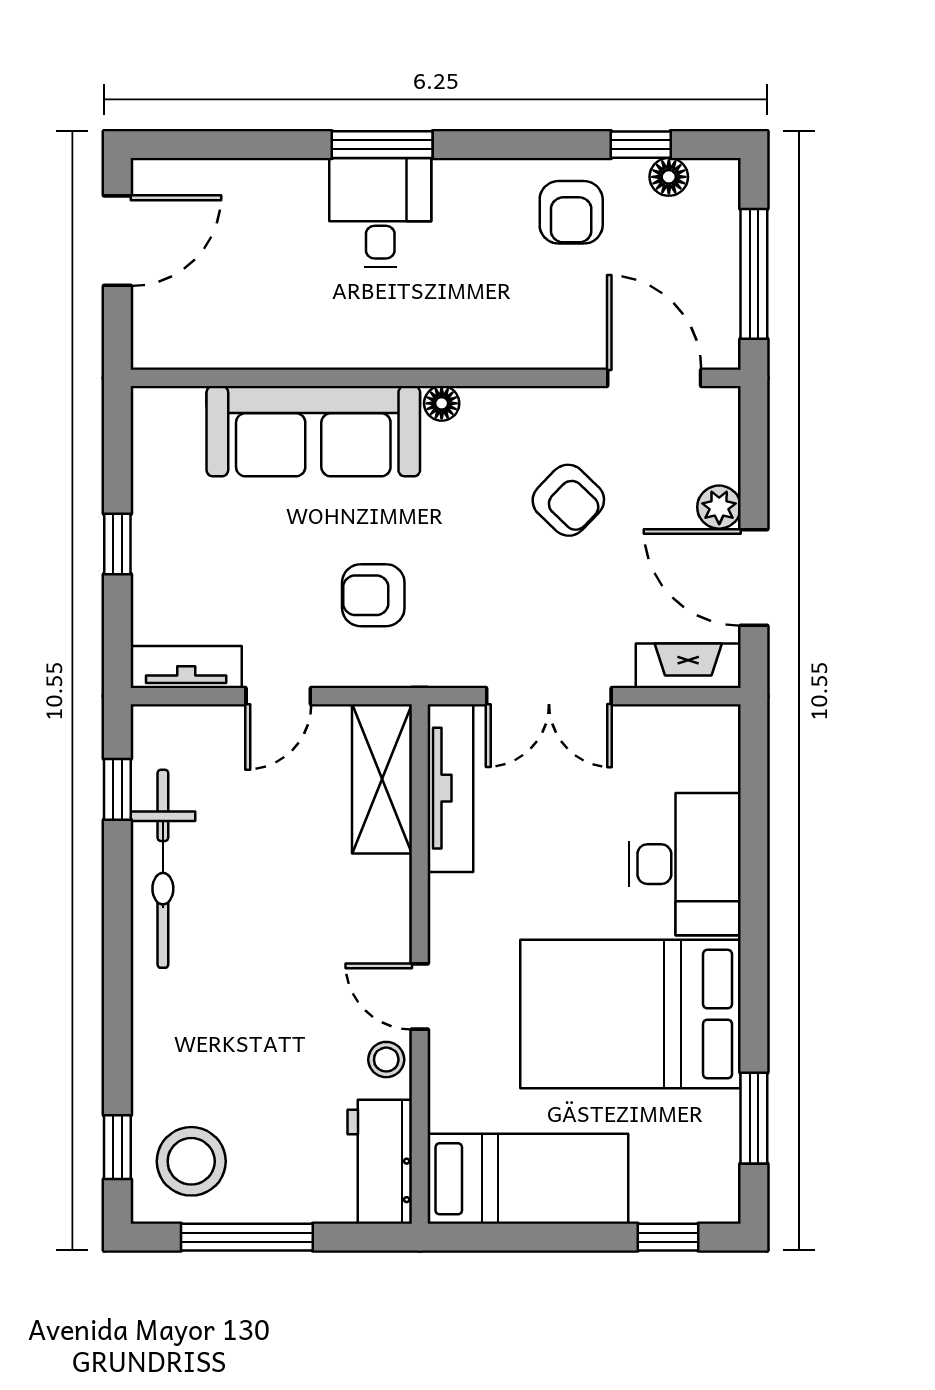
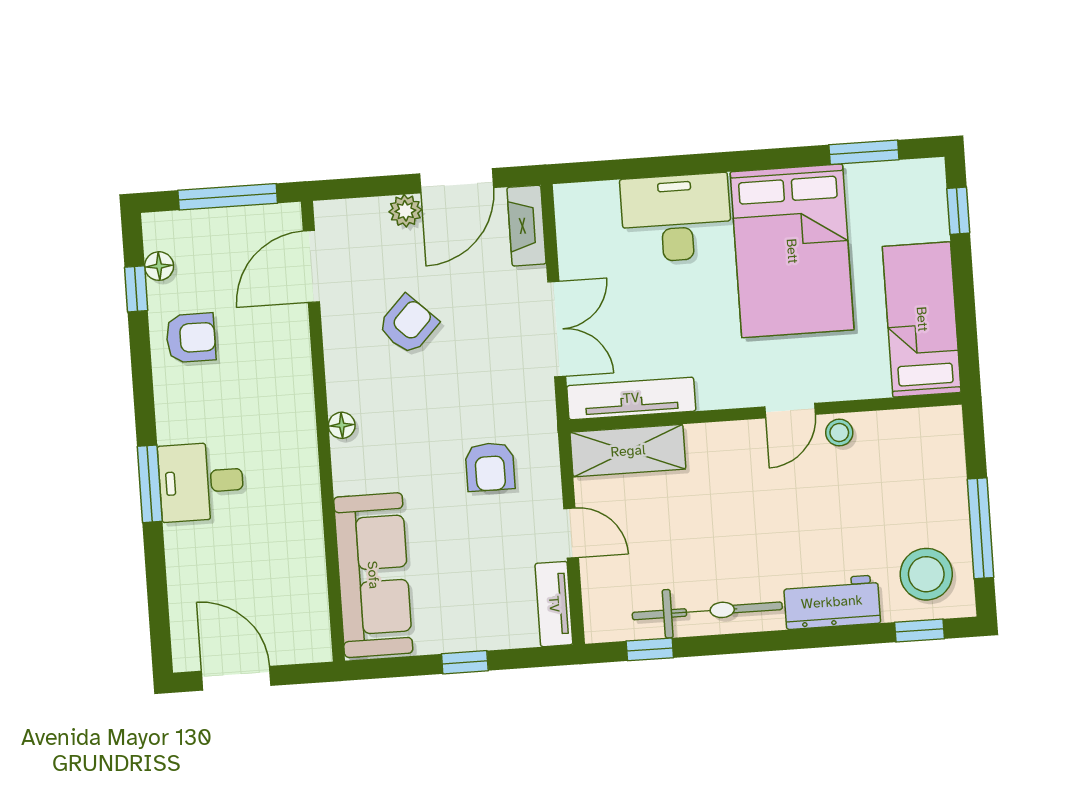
sofa: (313, 431) -> (373, 575), moved
workbench: (380, 1162) -> (832, 602), moved, turned 180

